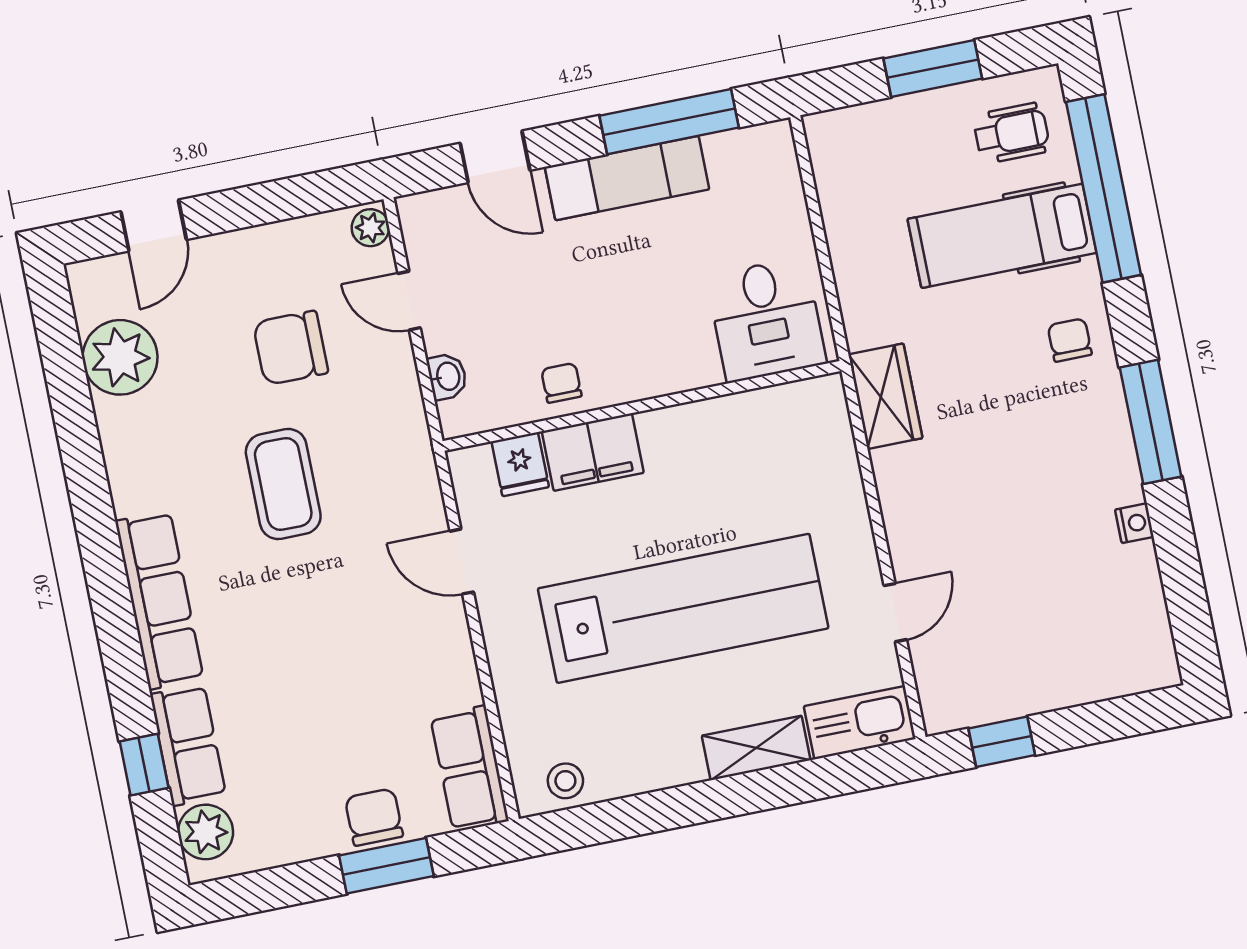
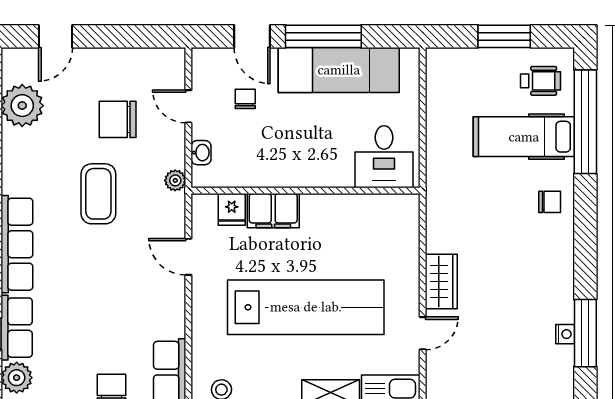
window: (669, 122) -> (323, 36), moved
exam couch: (627, 178) -> (339, 70), width x1.36, depth x1.45
plant: (370, 228) -> (175, 180), moved
chair: (1070, 340) -> (550, 202), turned 90
chair: (561, 383) -> (245, 99), moved
wardrobe: (885, 396) -> (441, 281), moved
window: (1151, 422) -> (585, 333), moved
nightstand: (1134, 523) -> (565, 334), moved

